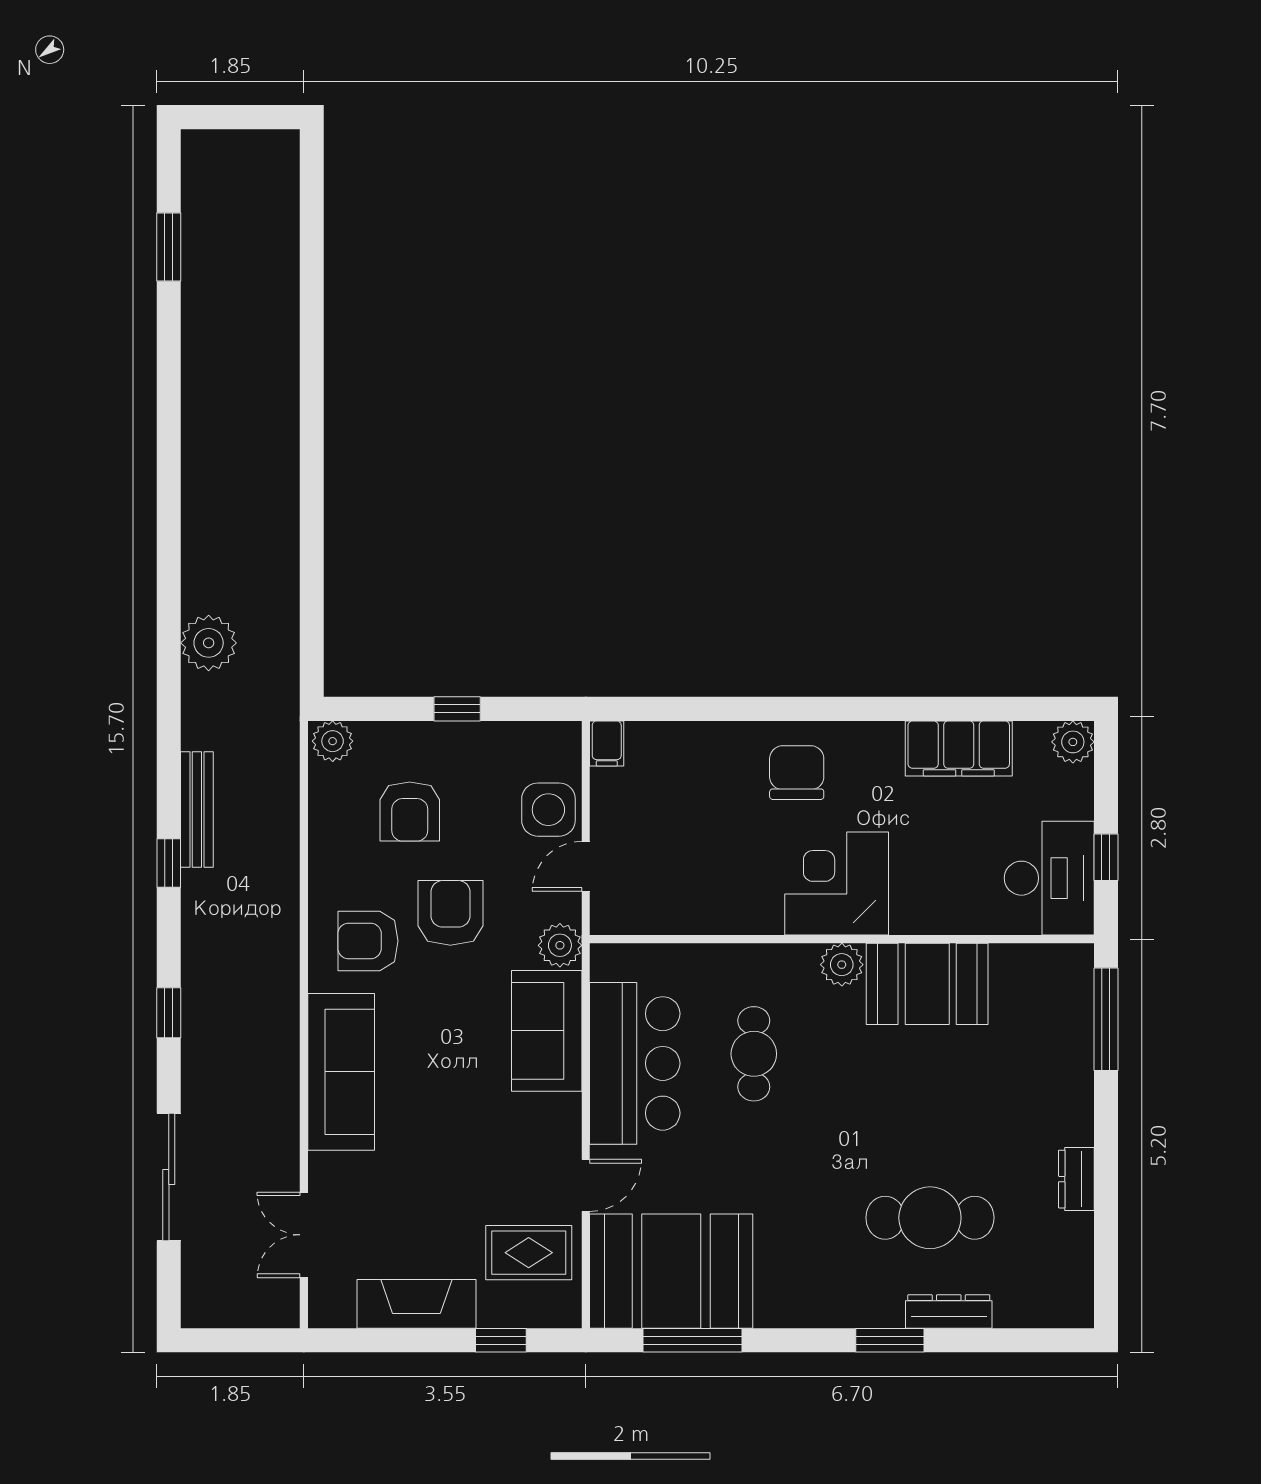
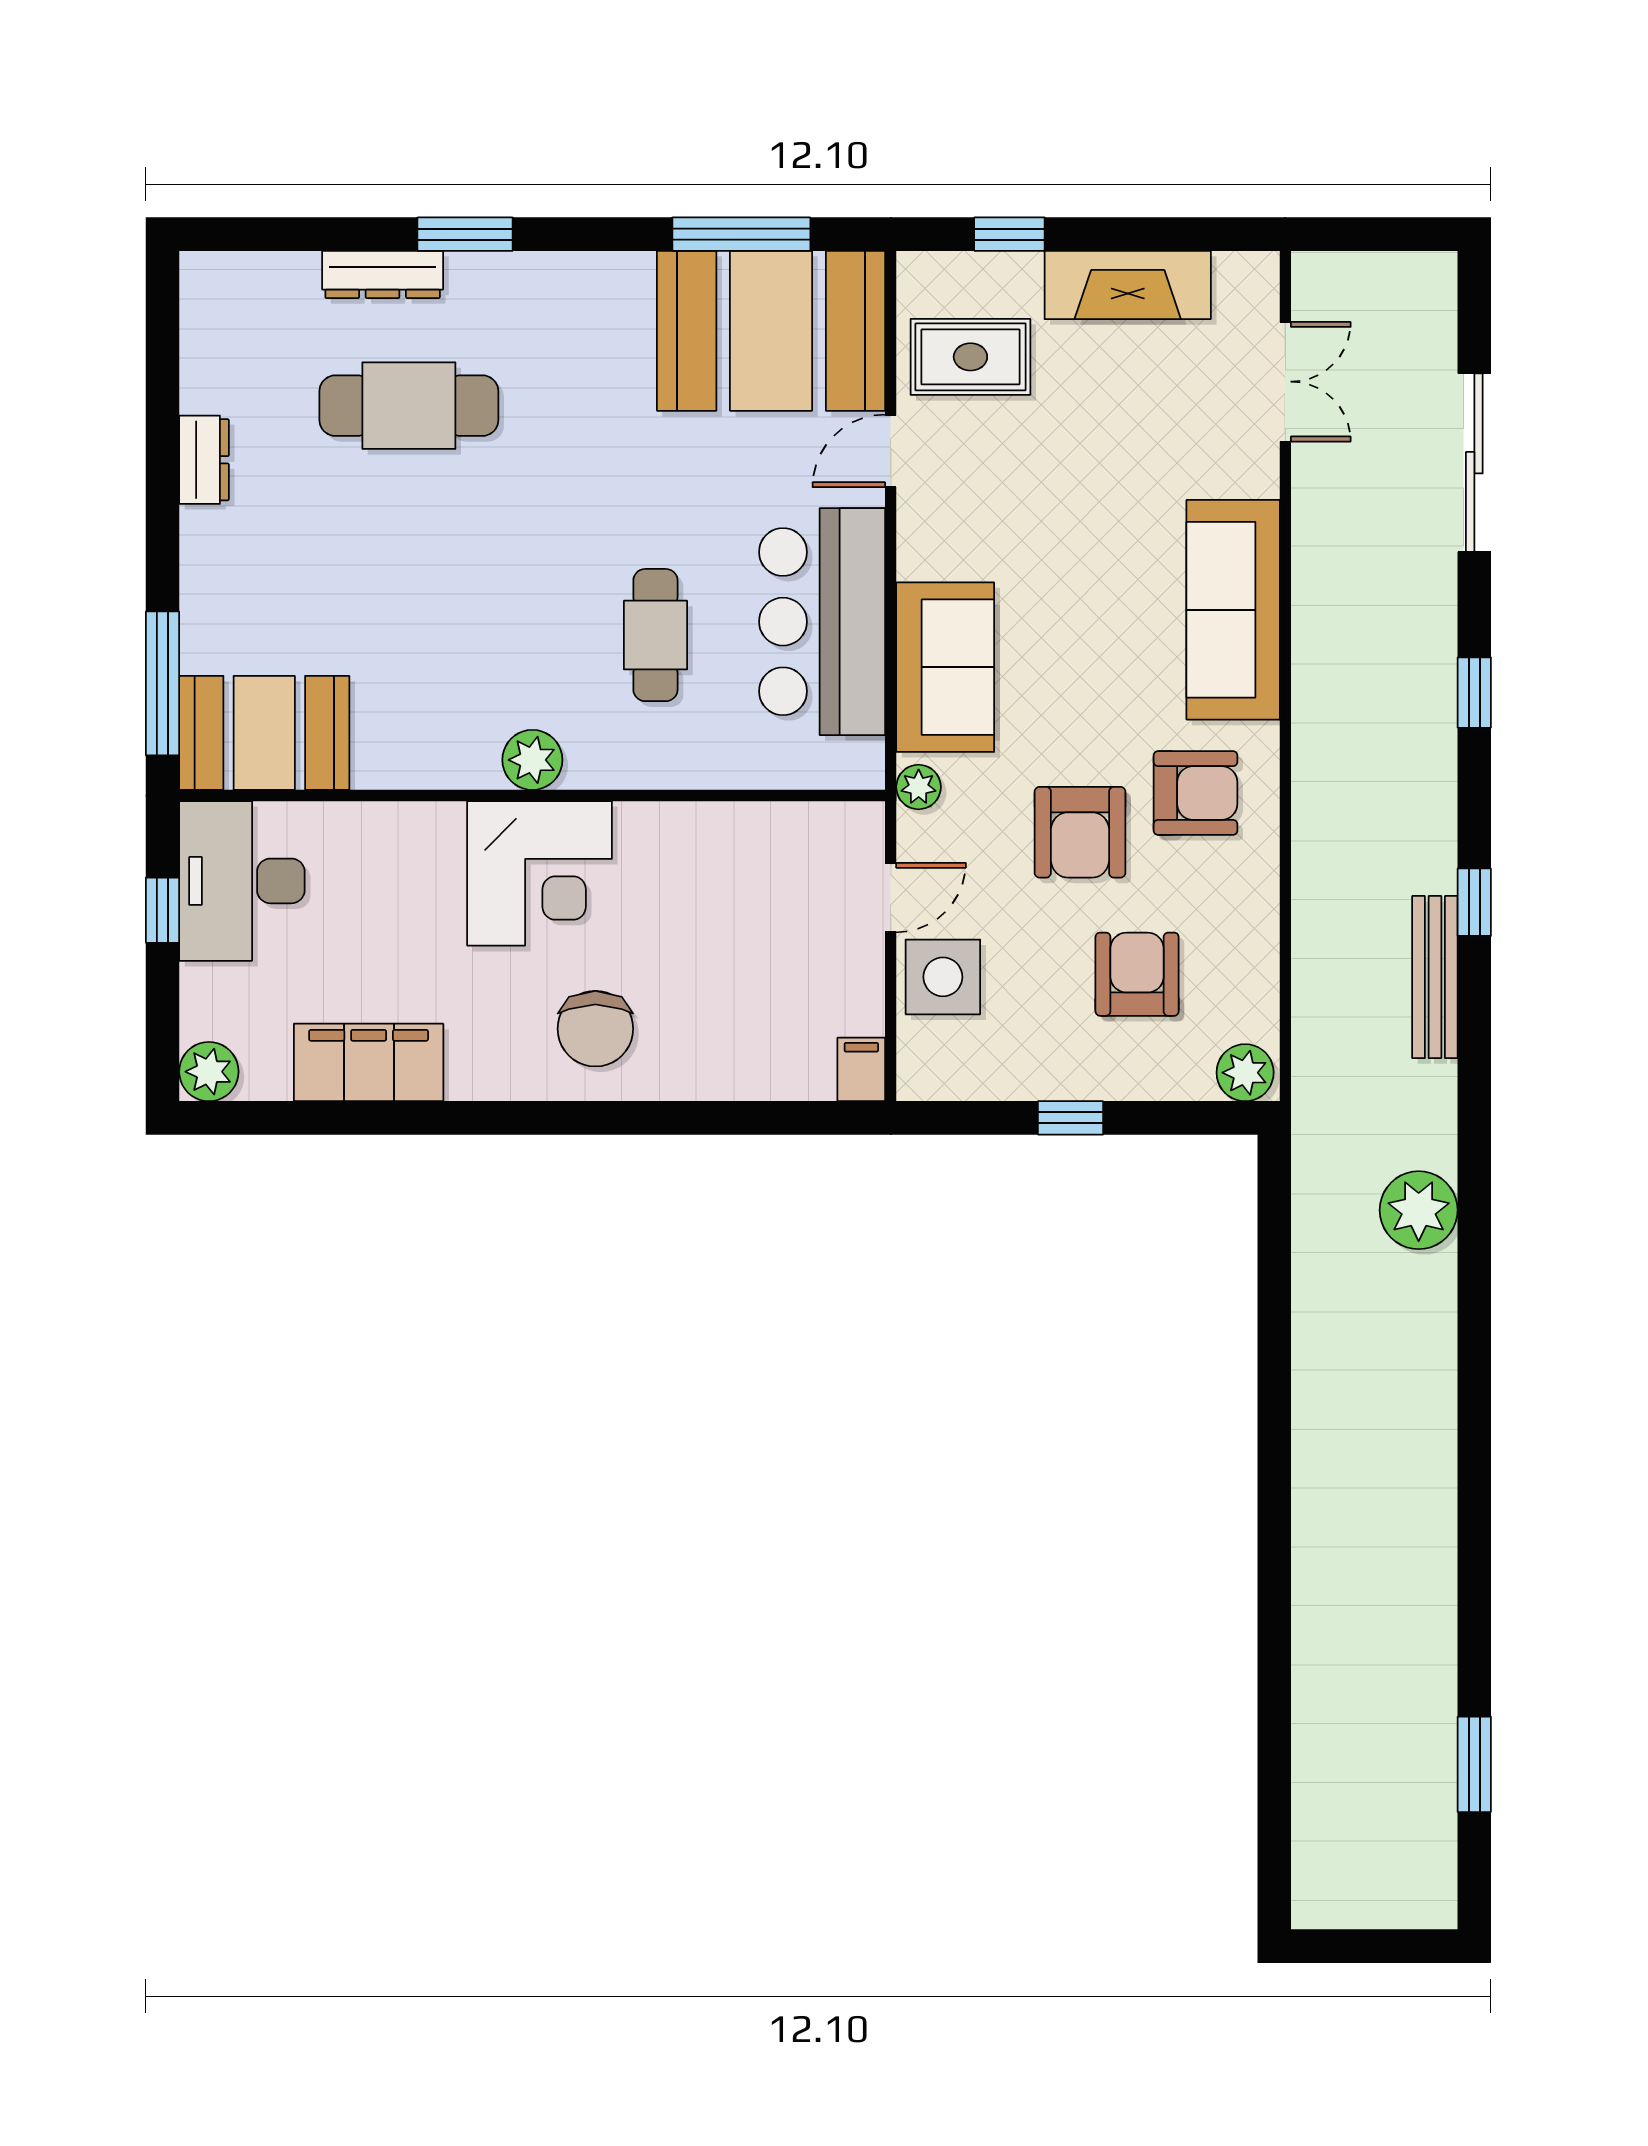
plant: (560, 945) -> (919, 787), width x0.73, depth x0.73
booth: (927, 984) -> (264, 733), moved

